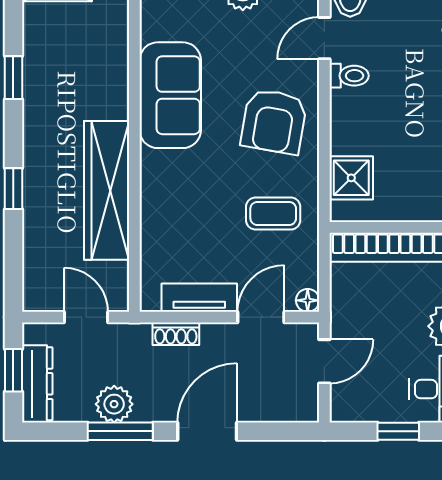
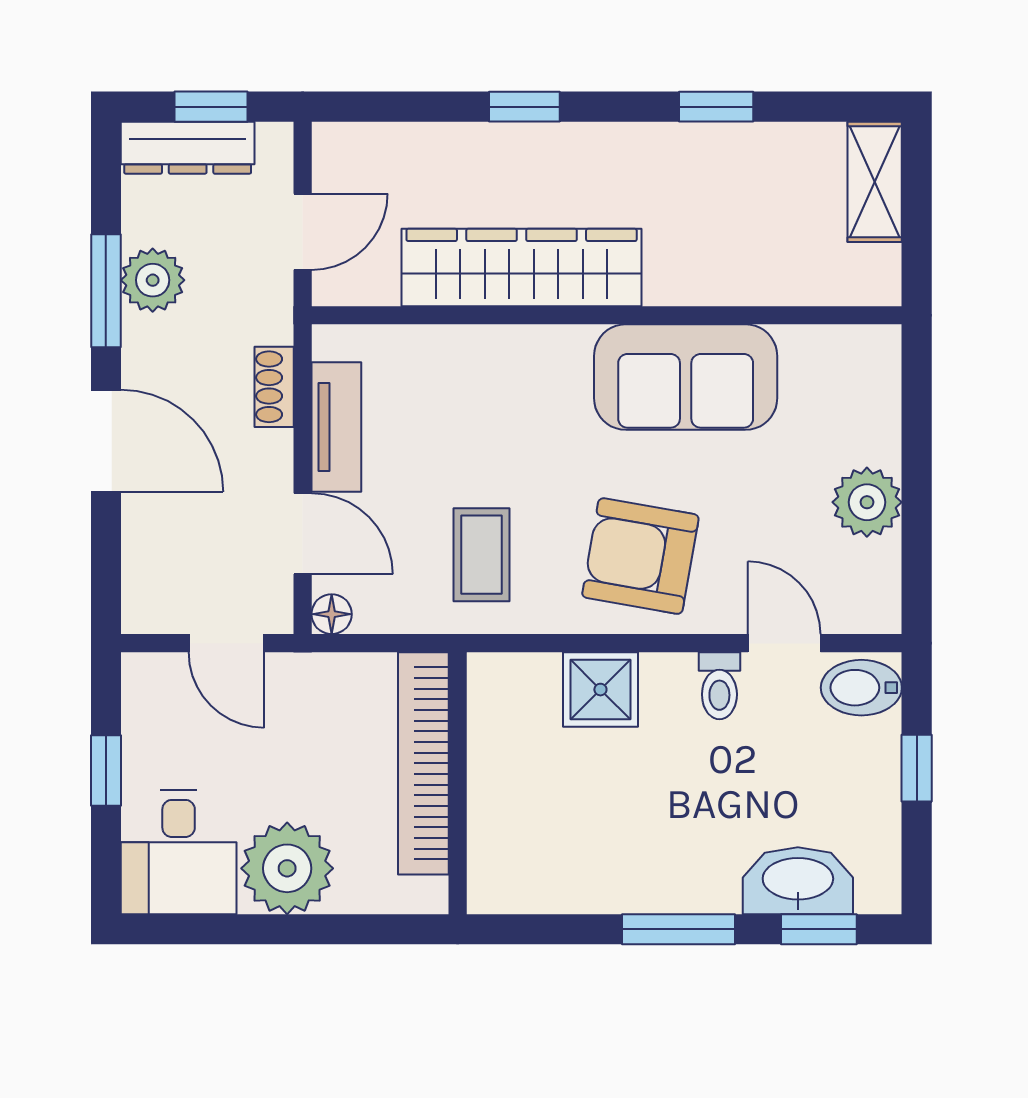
shower: (351, 178) -> (600, 690), moved

